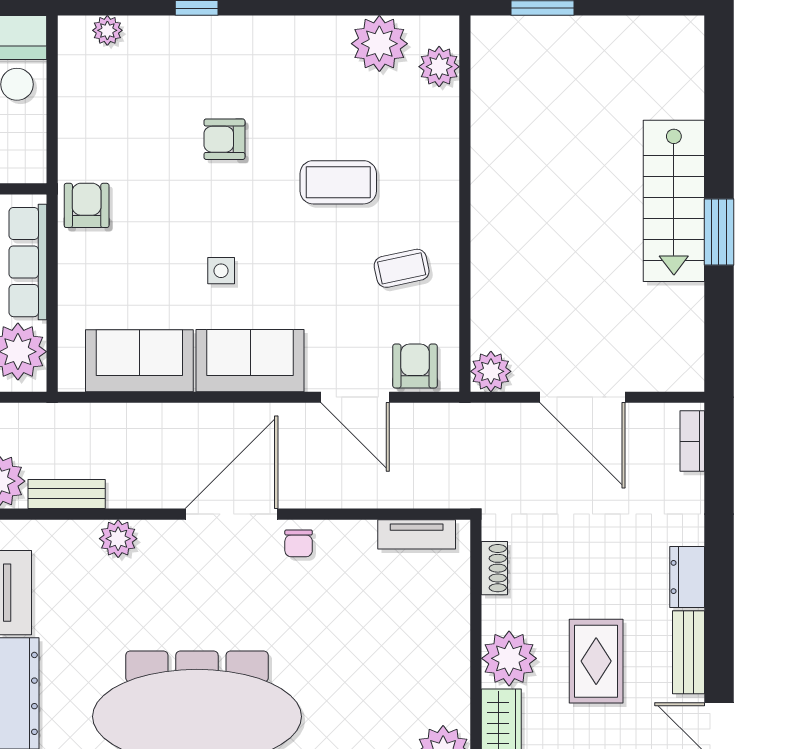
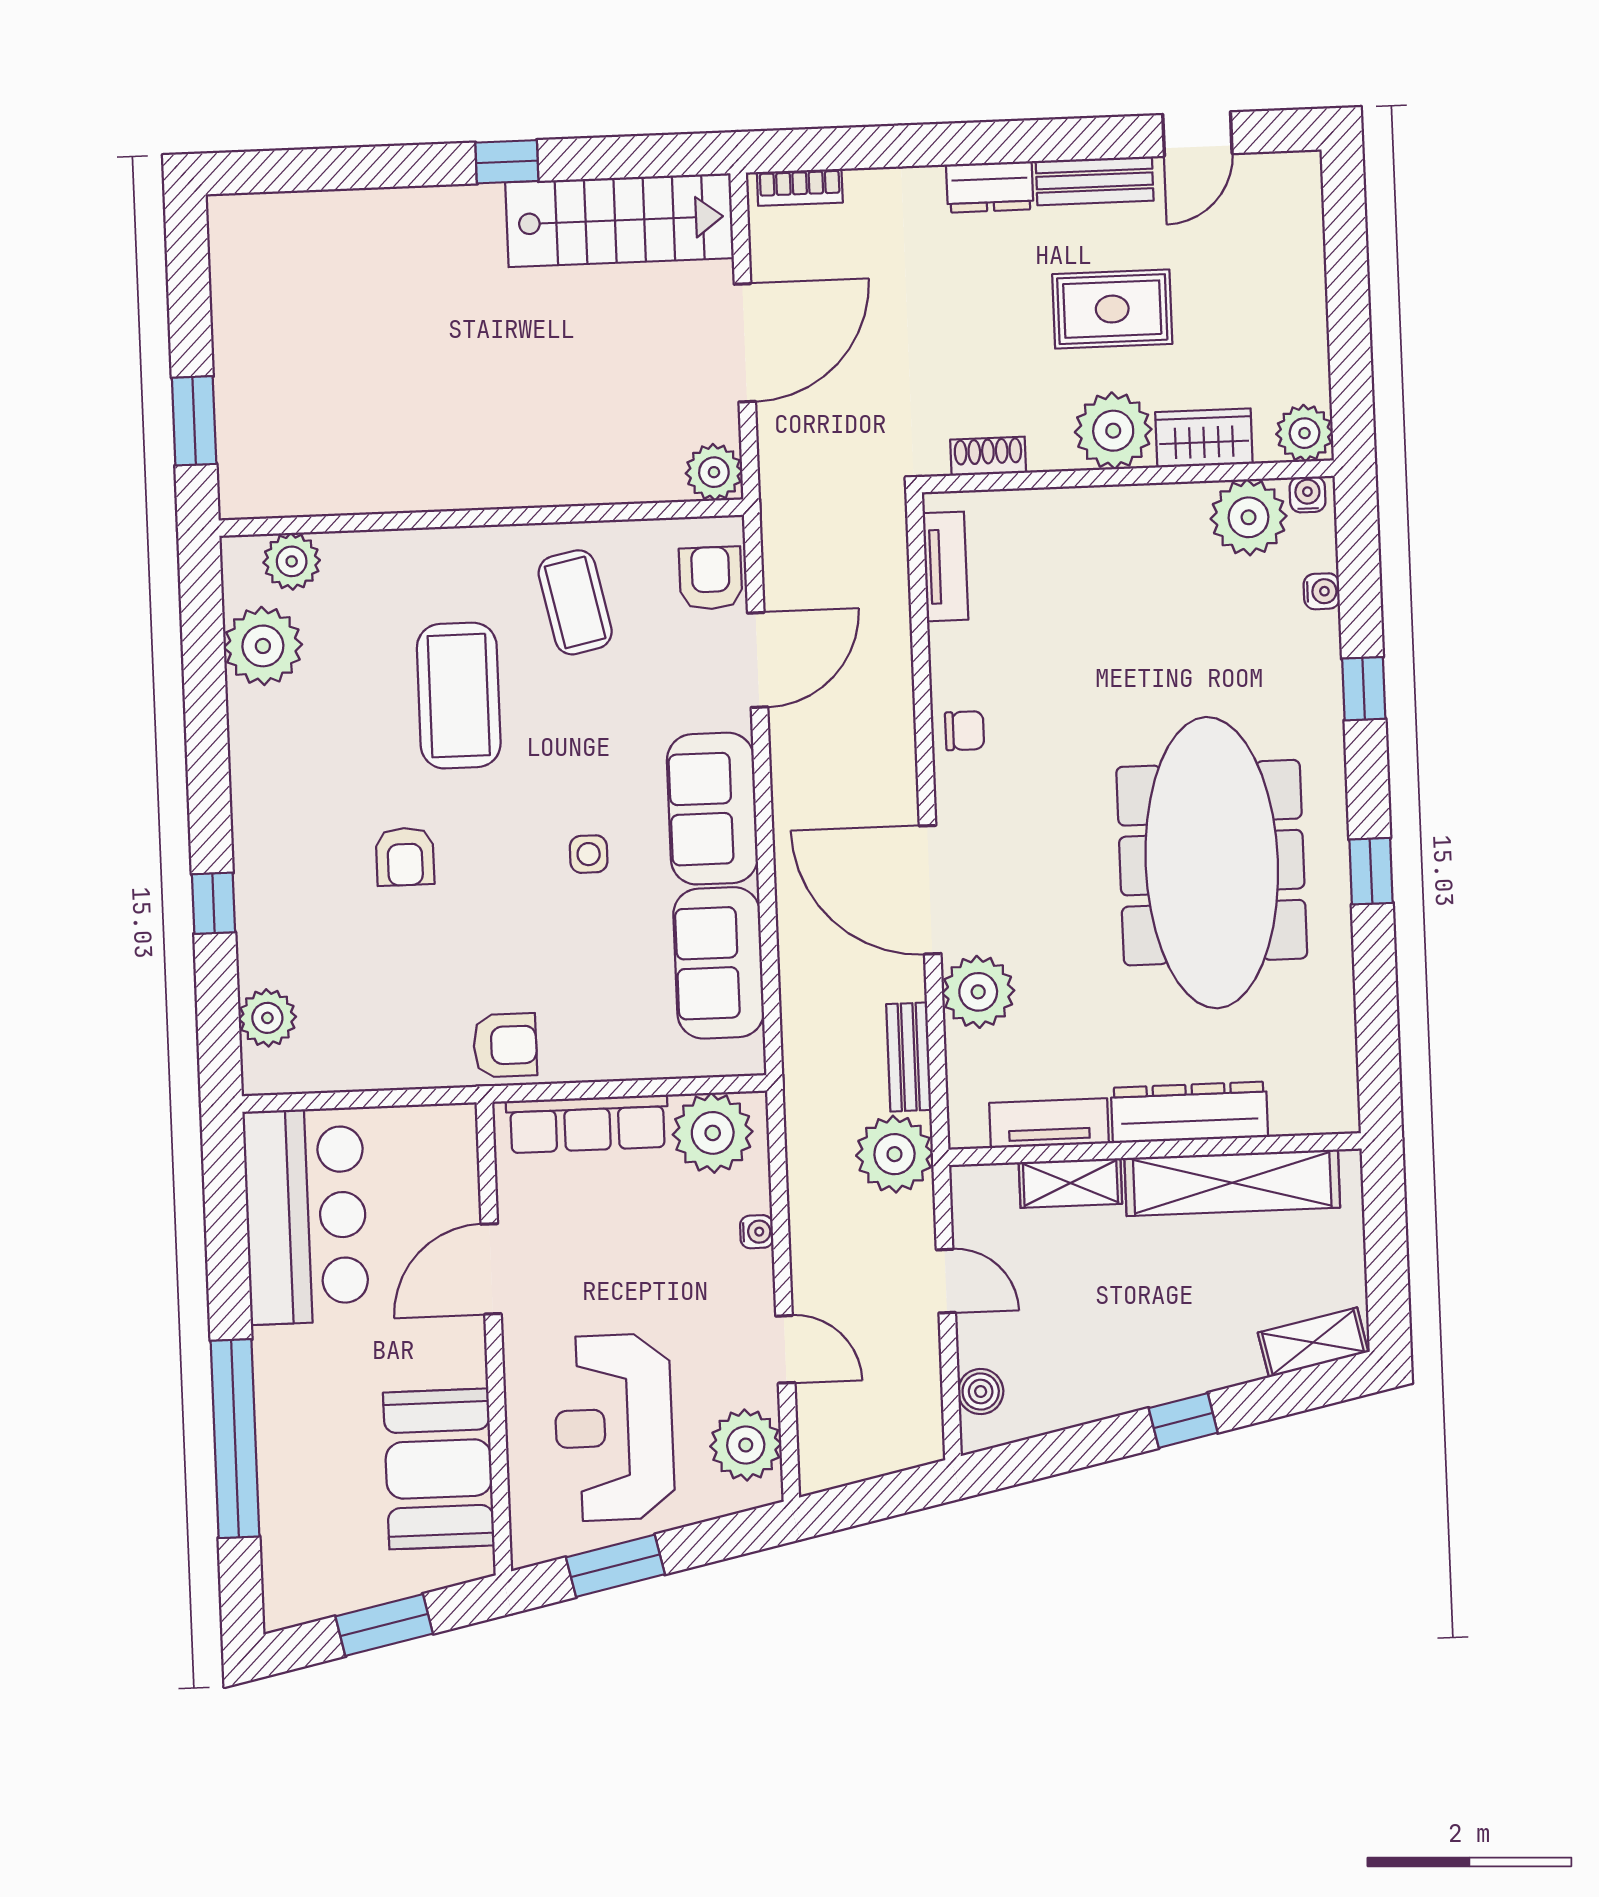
plant: (107, 30) -> (267, 1018), width x1.38, depth x1.38
coffee table: (338, 182) -> (459, 696), width x1.36, depth x1.32
stairs: (674, 201) -> (619, 220), moved
armchair: (87, 205) -> (505, 1045), turned 180
window: (719, 232) -> (507, 162), width x0.67
coffee table: (402, 268) -> (575, 602), width x1.36, depth x1.30
armchair: (415, 366) -> (711, 578), turned 90
door: (232, 514) -> (930, 890), moved
plant: (118, 539) -> (978, 992), width x1.36, depth x1.36

